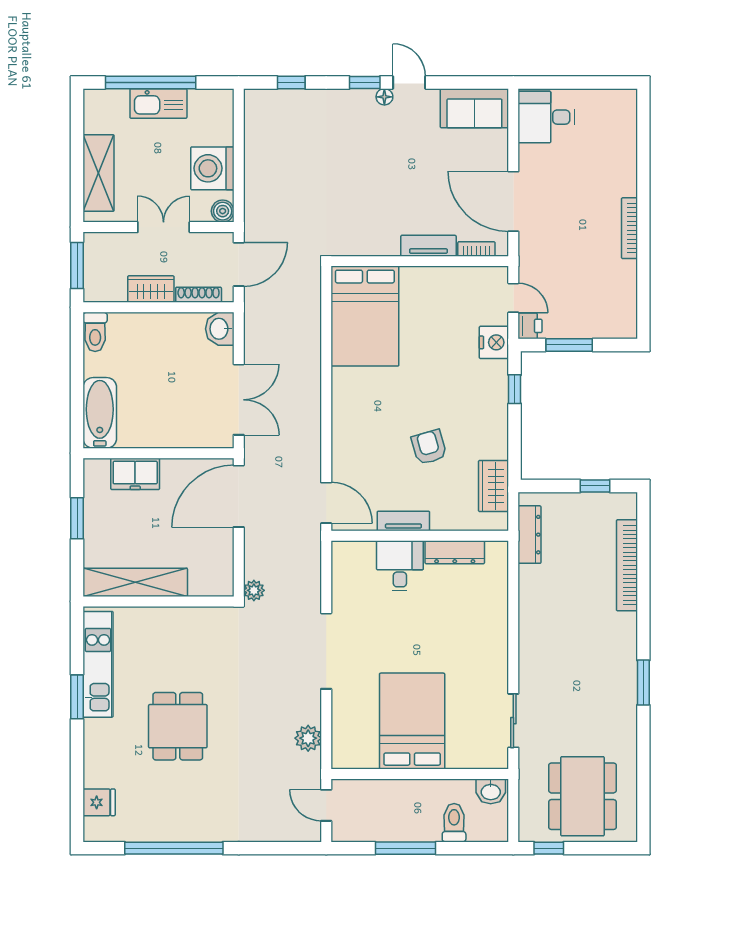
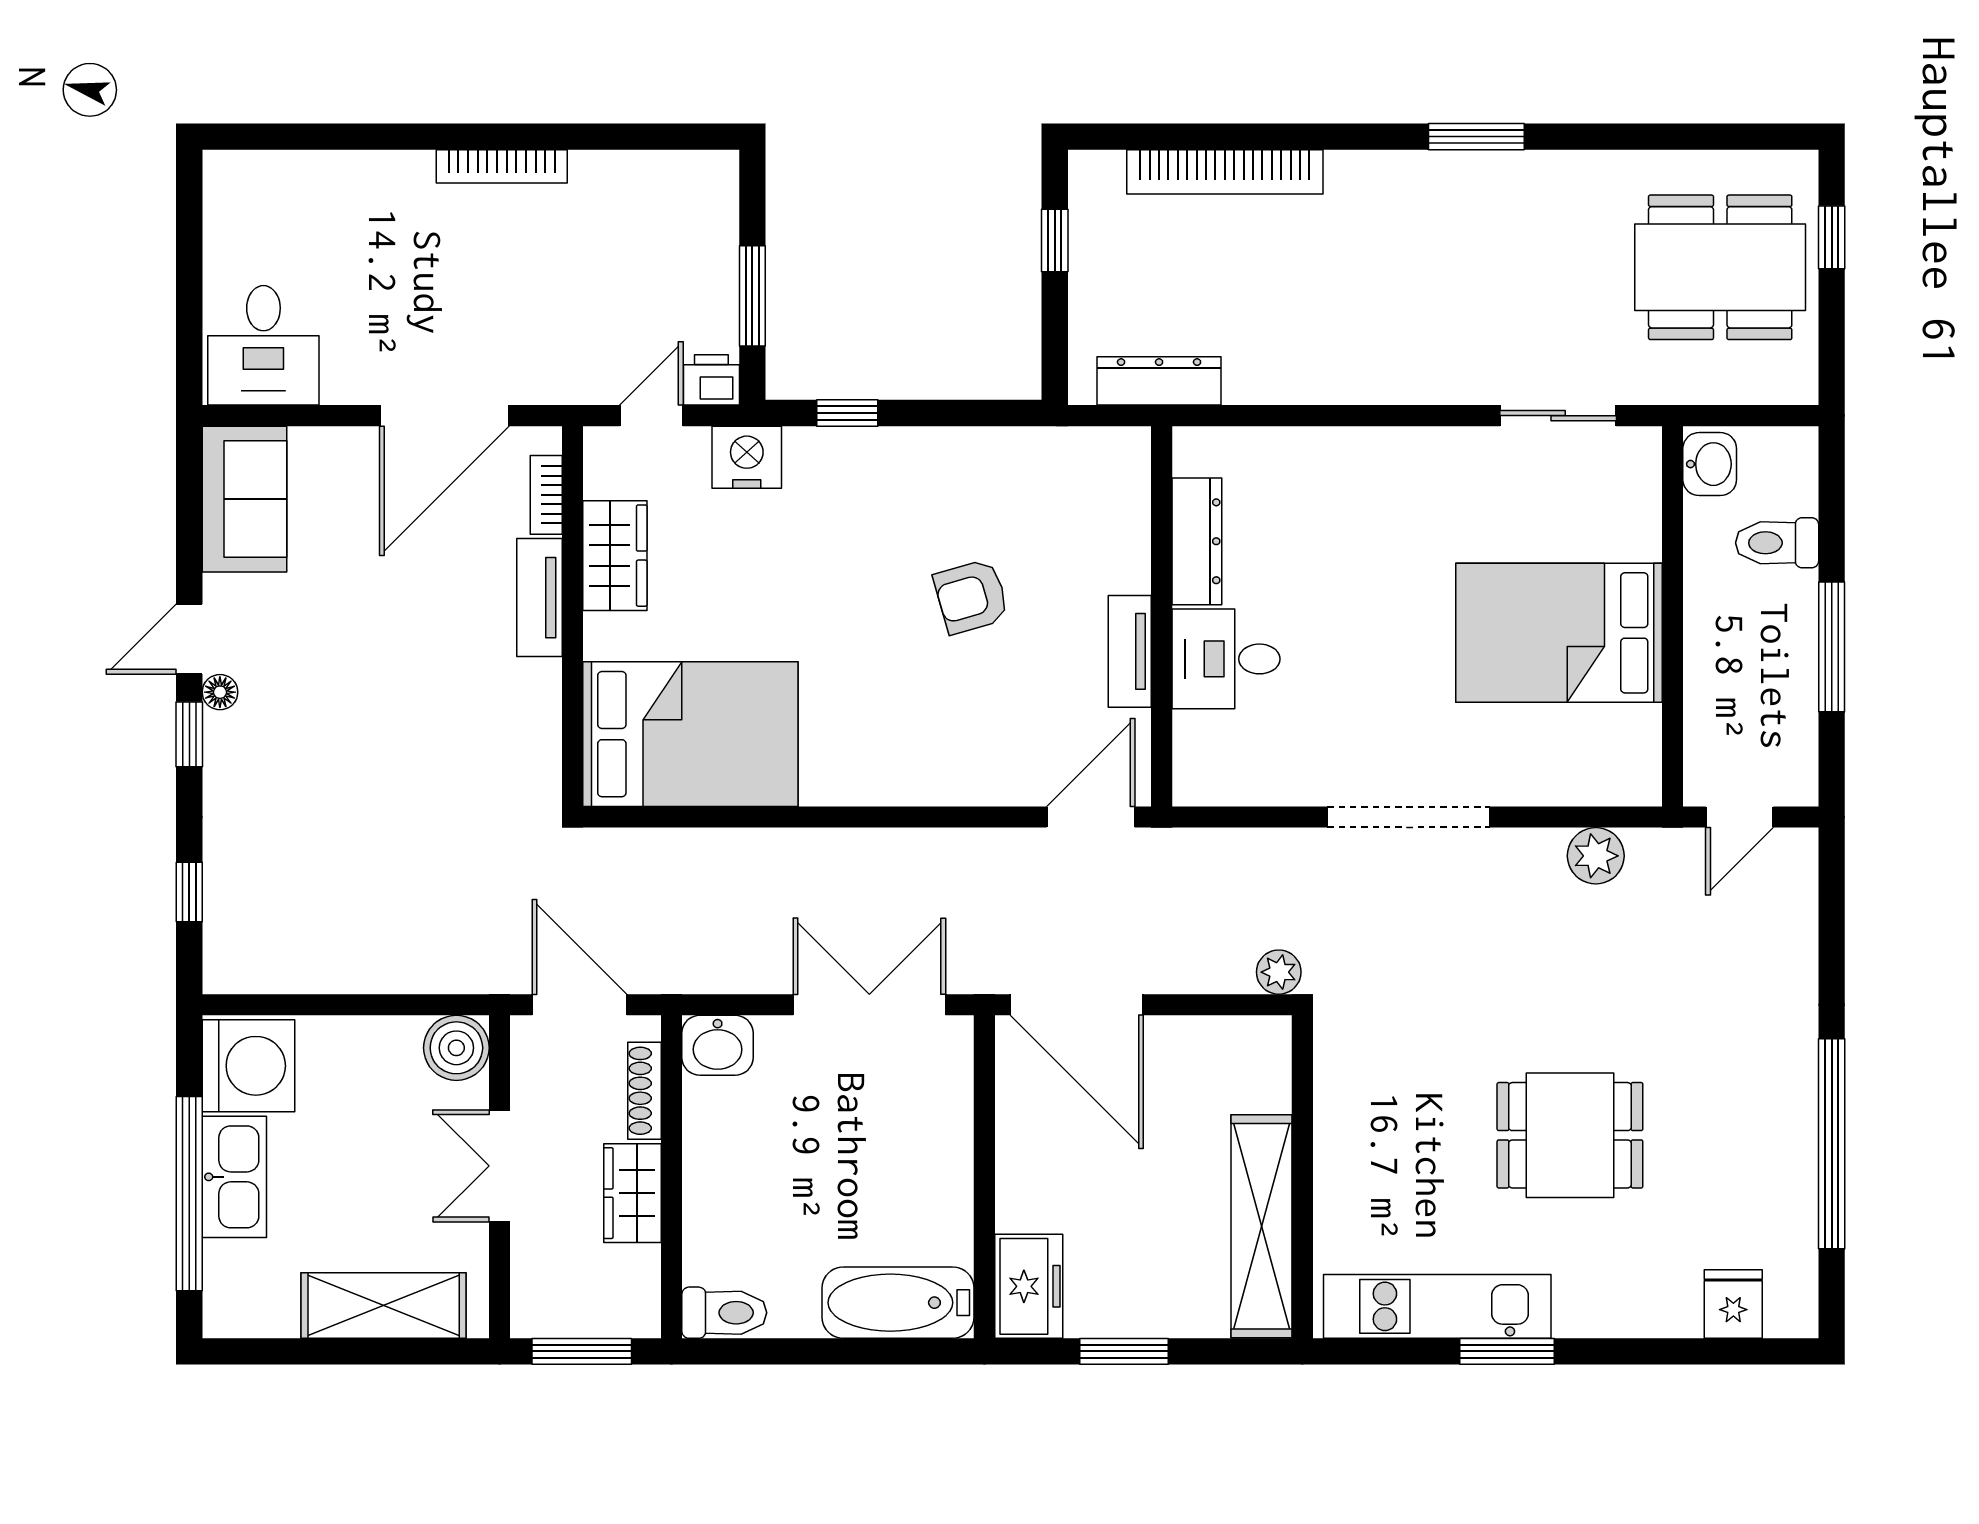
washing machine: (212, 168) -> (248, 1066), moved, turned -90
boiler: (223, 211) -> (456, 1048), width x1.36, depth x1.36
freezer: (135, 474) -> (1029, 1286), moved
wardrobe: (494, 486) -> (615, 556), moved, turned -90
window: (549, 848) -> (1832, 237), moved

